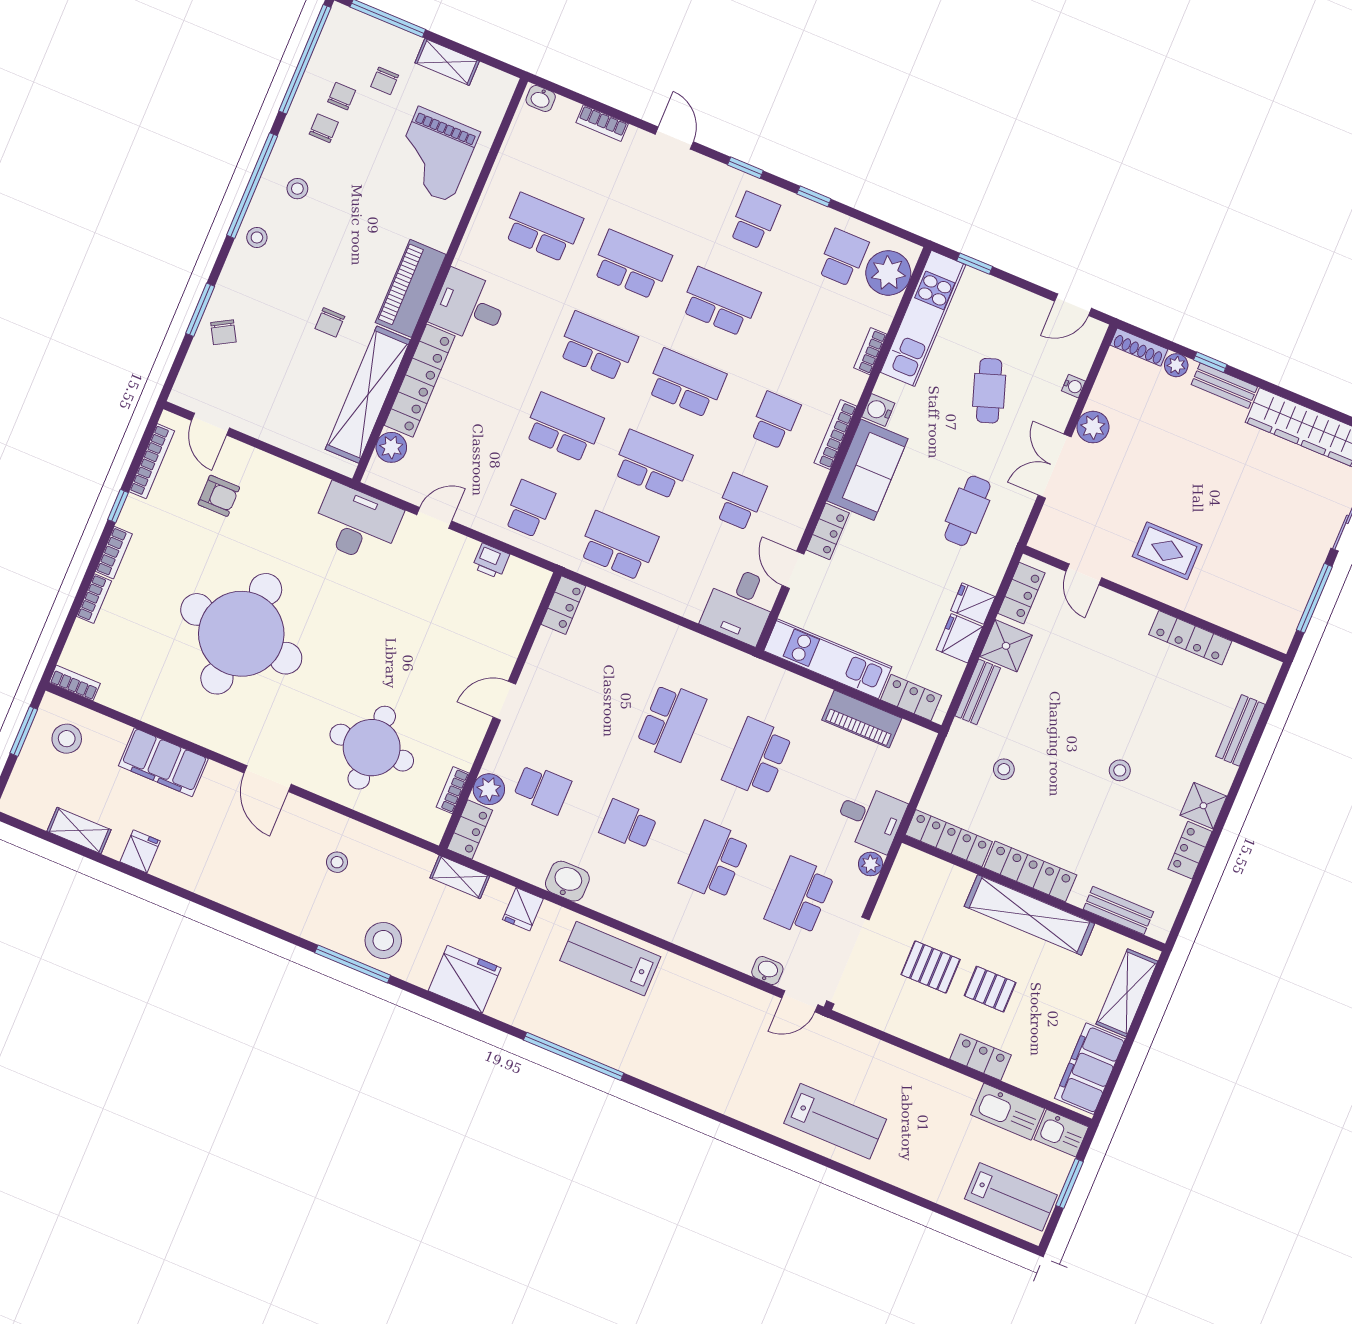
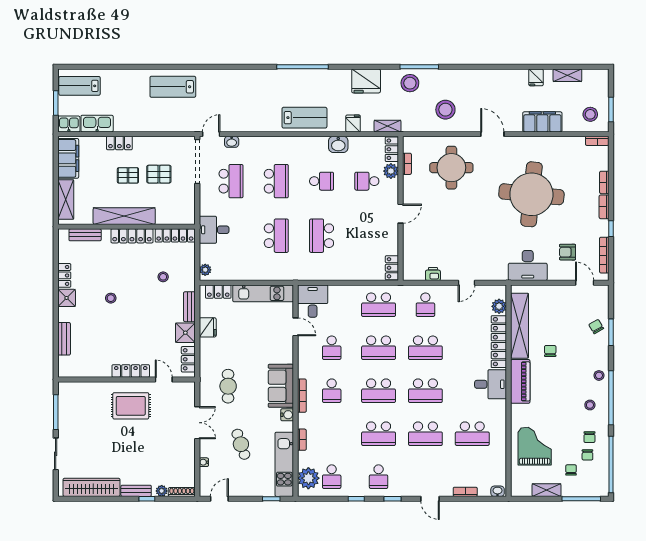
plant: (1093, 427) -> (187, 447), removed
desk: (357, 524) -> (528, 265), moved
locker: (828, 531) -> (287, 351), removed
rug: (1167, 551) -> (131, 406), width x1.36, depth x1.43
fridge: (973, 604) -> (208, 345), removed
locker: (1190, 638) -> (131, 371), moved
piano: (862, 719) -> (236, 273), removed
stool: (337, 862) -> (445, 110), width x1.89, depth x1.89
plant: (871, 864) -> (205, 270), moved

